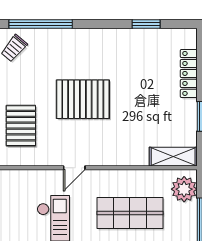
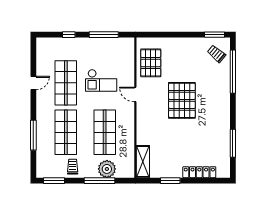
window: (146, 24) -> (233, 143), width x1.44
pallet: (21, 126) -> (151, 63), moved, turned 90
plant: (184, 189) -> (107, 169), moved

